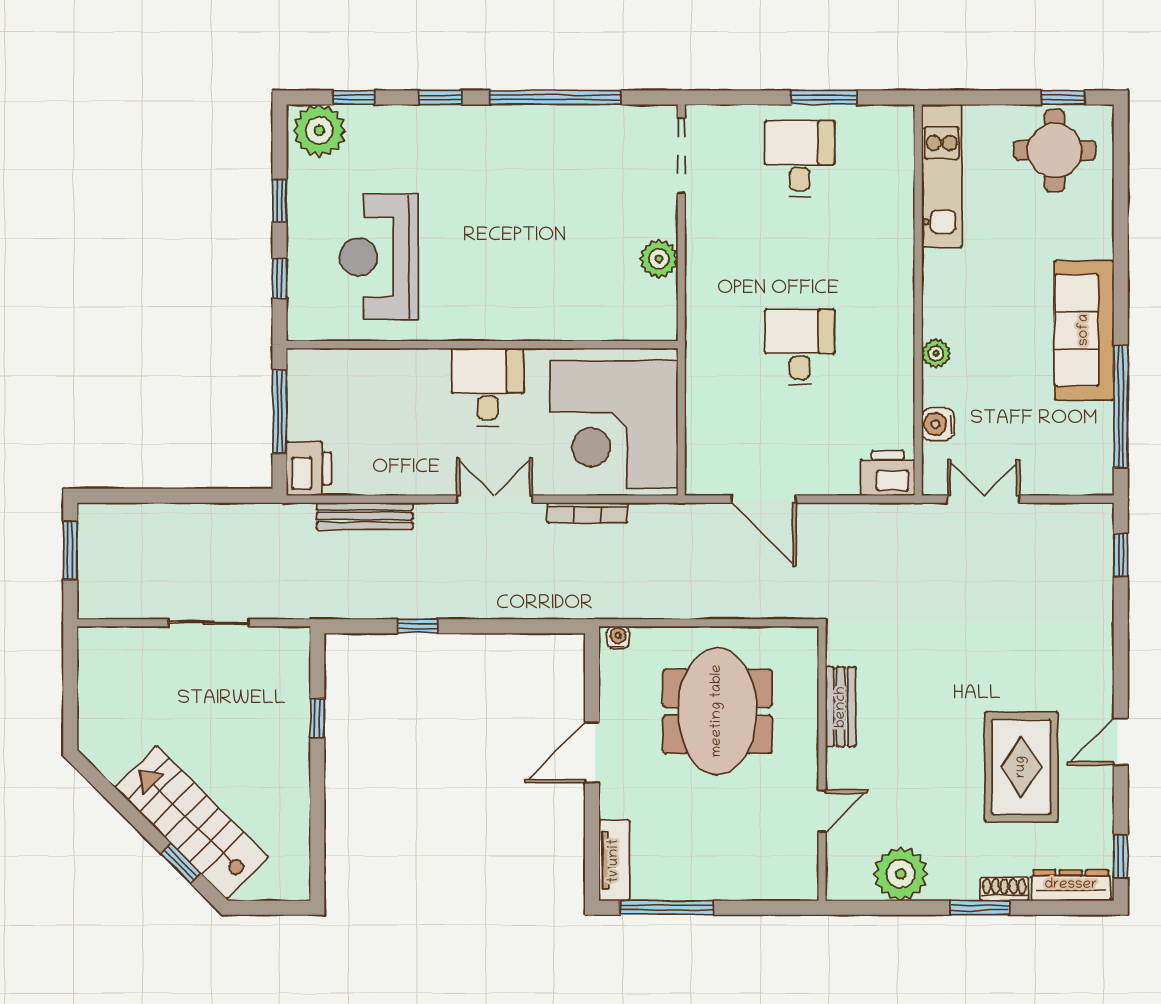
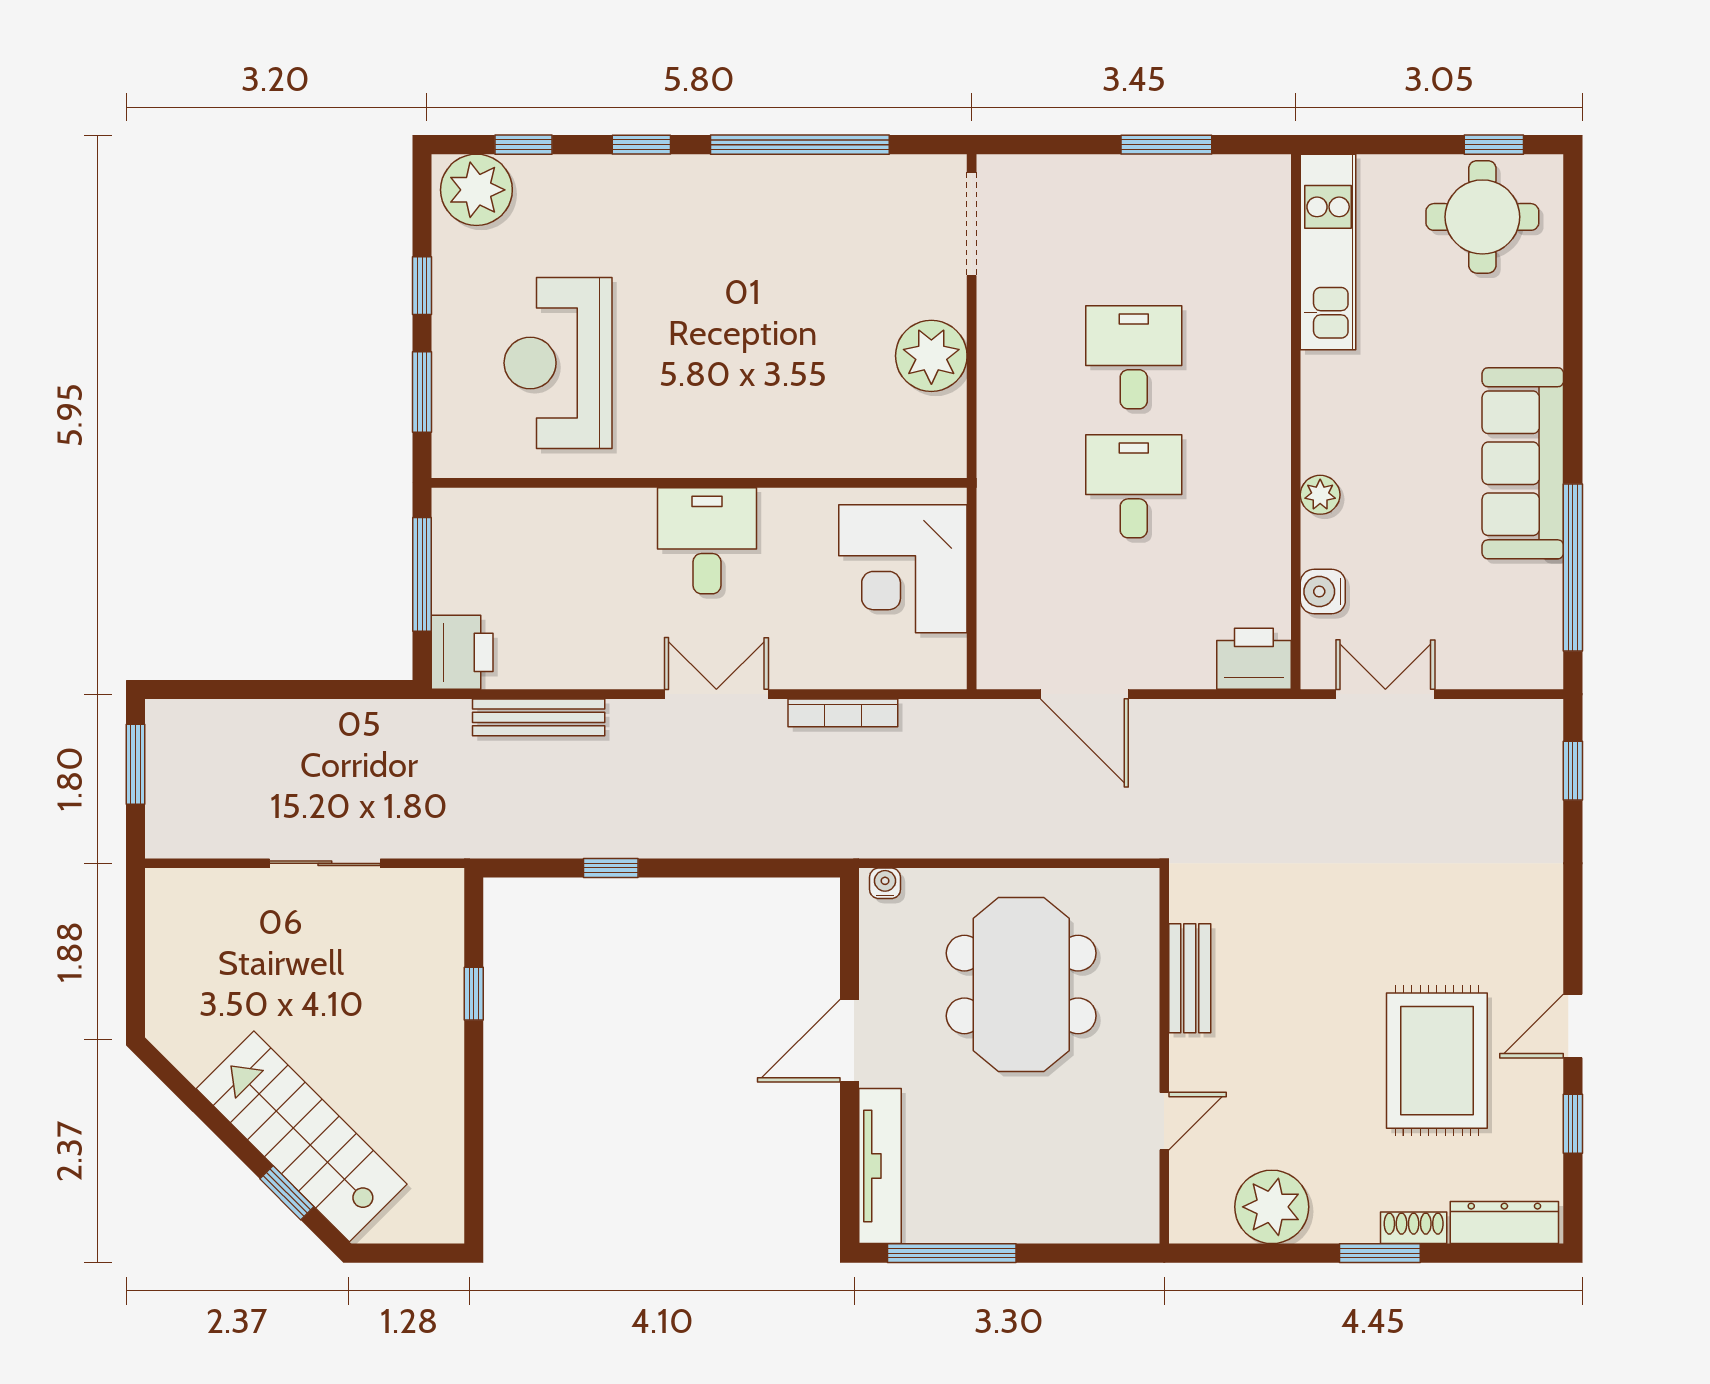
desk: (800, 159) -> (1134, 357), moved
plant: (659, 259) -> (931, 356), width x1.36, depth x1.36
window: (280, 278) -> (422, 392), width x1.50
corner desk: (614, 424) -> (903, 569), width x0.74, depth x0.74
window: (1121, 856) -> (1573, 1124), moved
tv unit: (614, 861) -> (880, 1166), width x1.41

